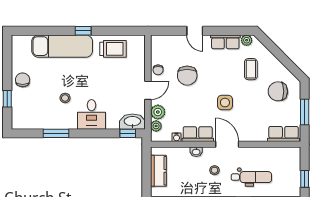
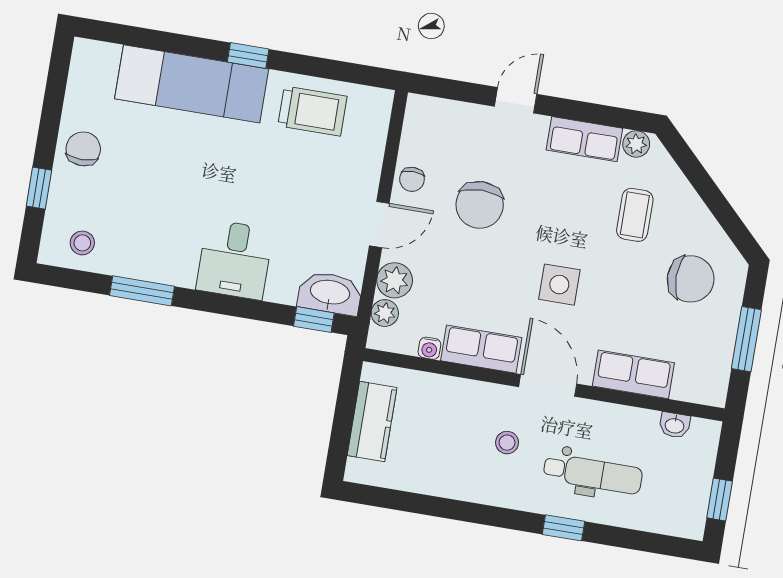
door: (195, 31) -> (516, 100), swing flipped
chair: (278, 91) -> (691, 279), turned 180
stool: (65, 98) -> (82, 243), moved
row of seats: (284, 134) -> (633, 374), moved
washbasin: (196, 152) -> (675, 425), moved

